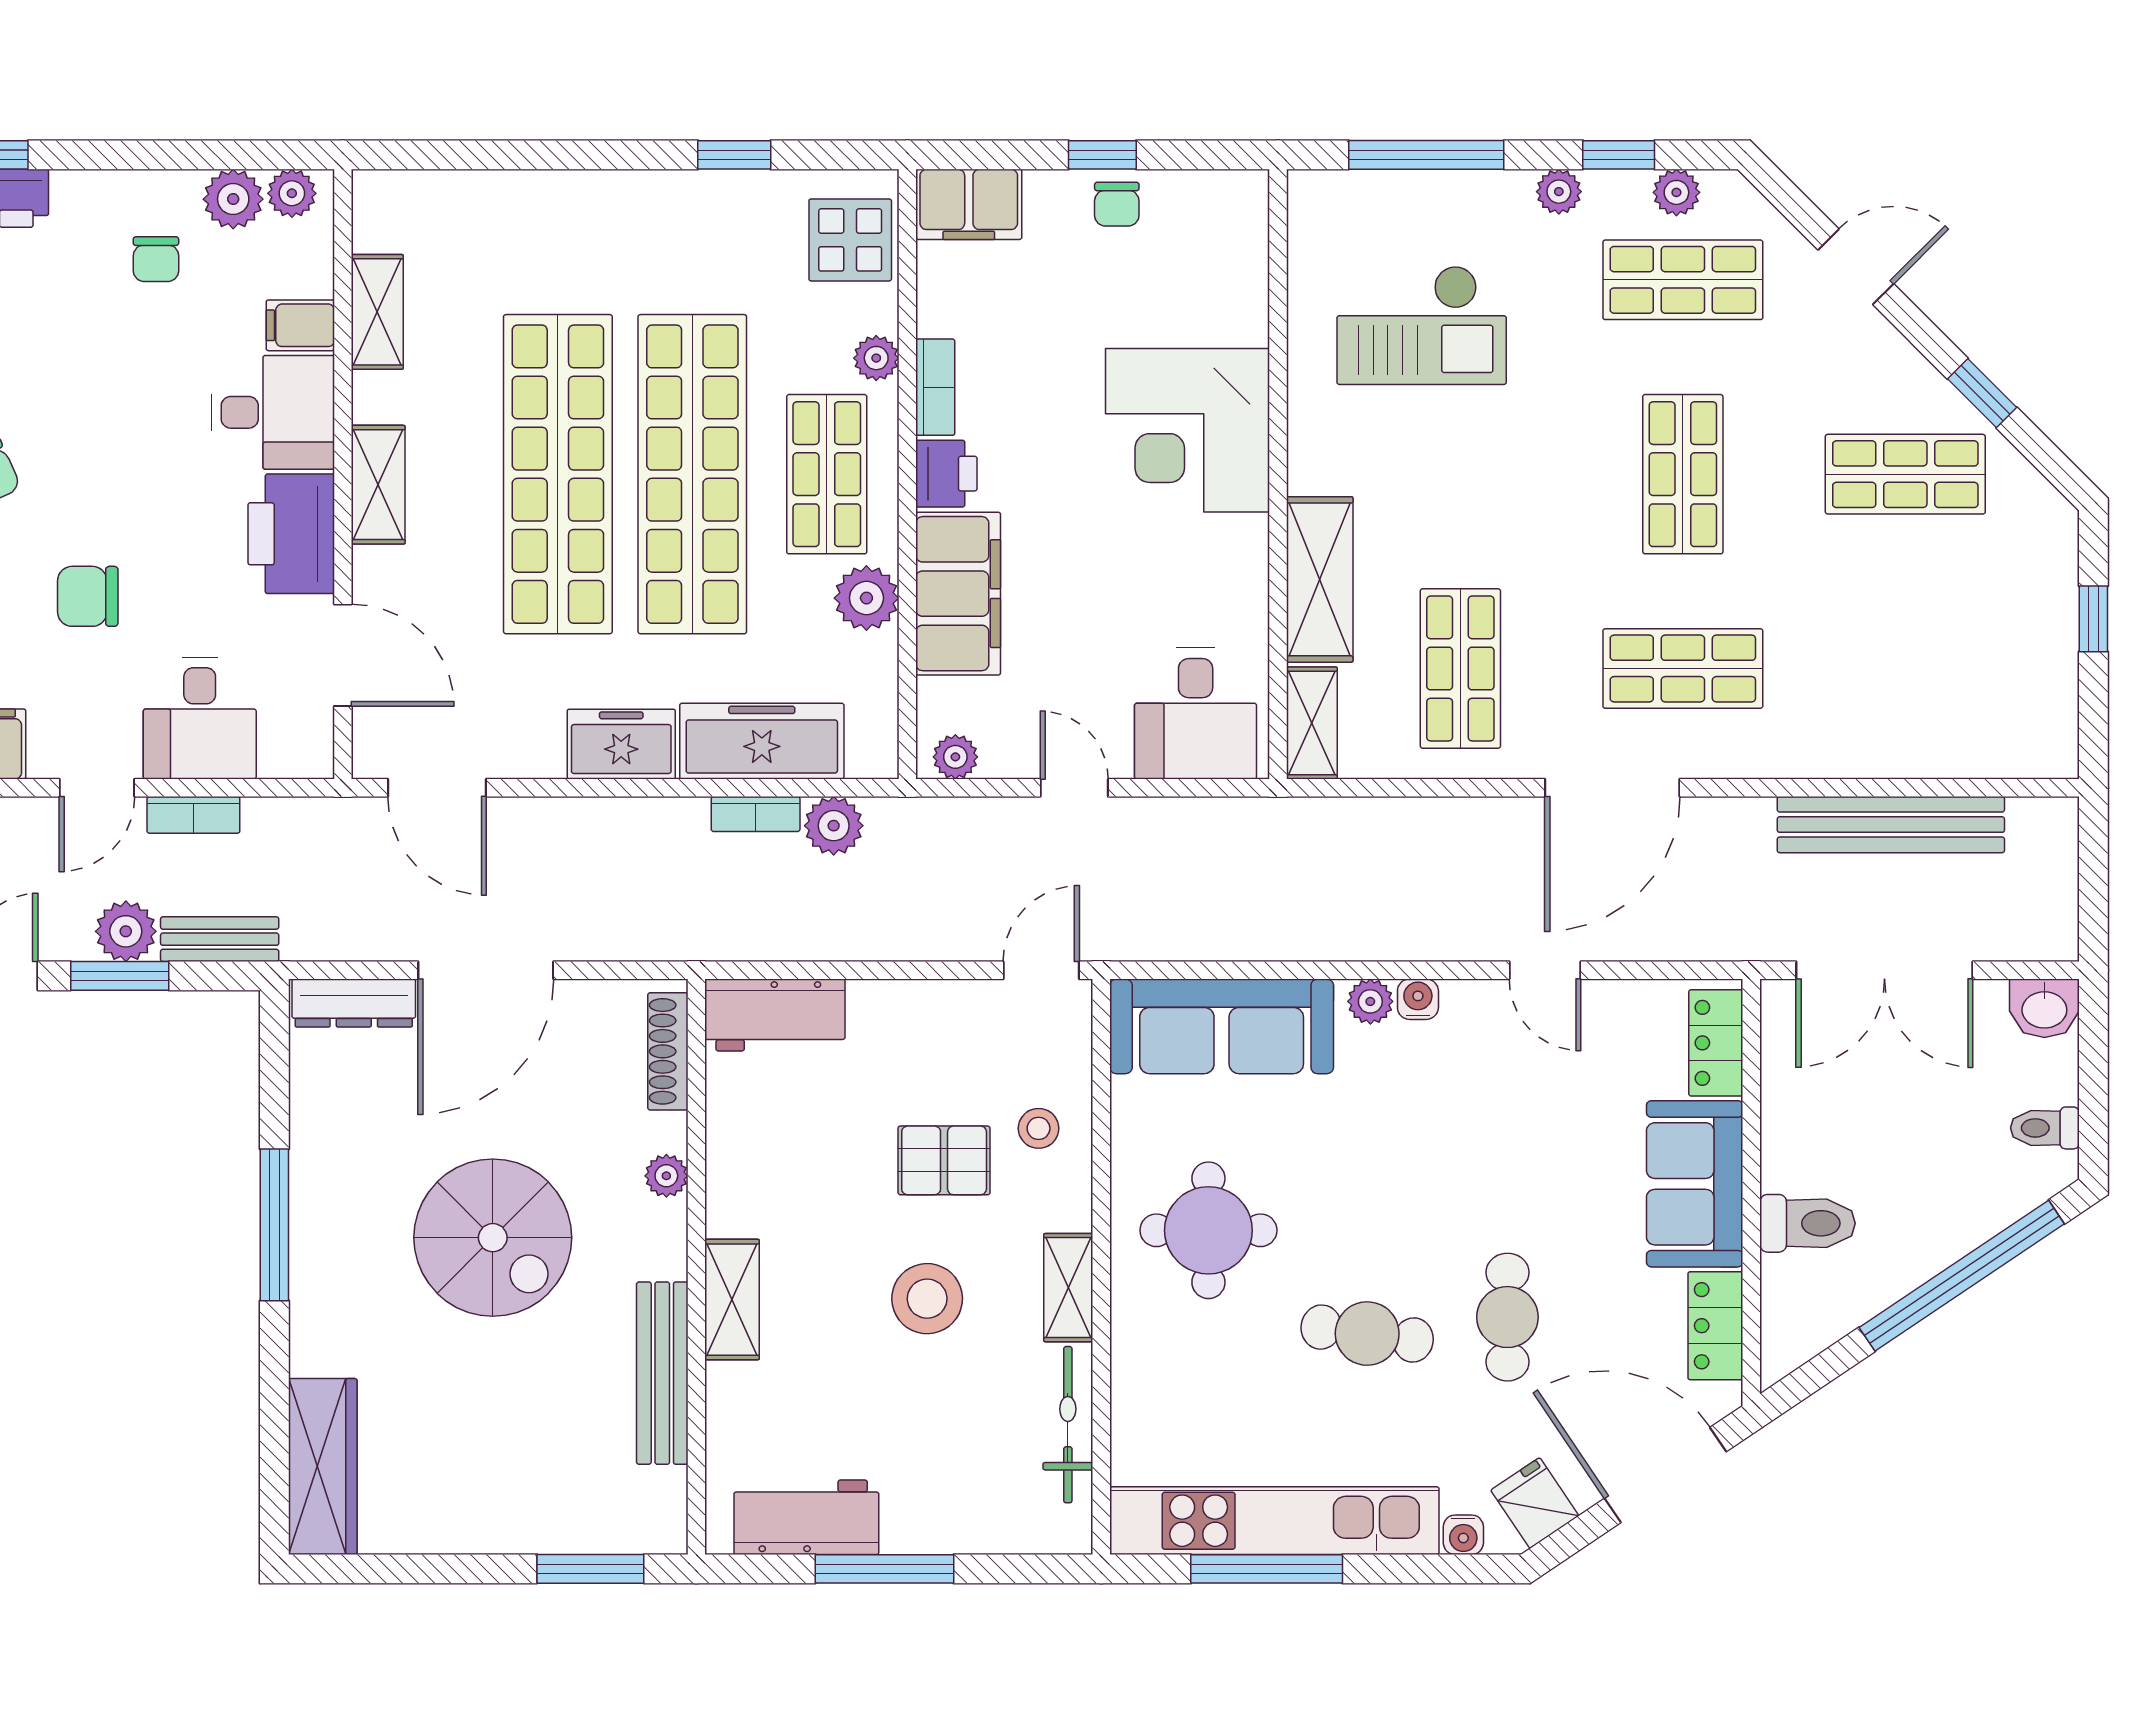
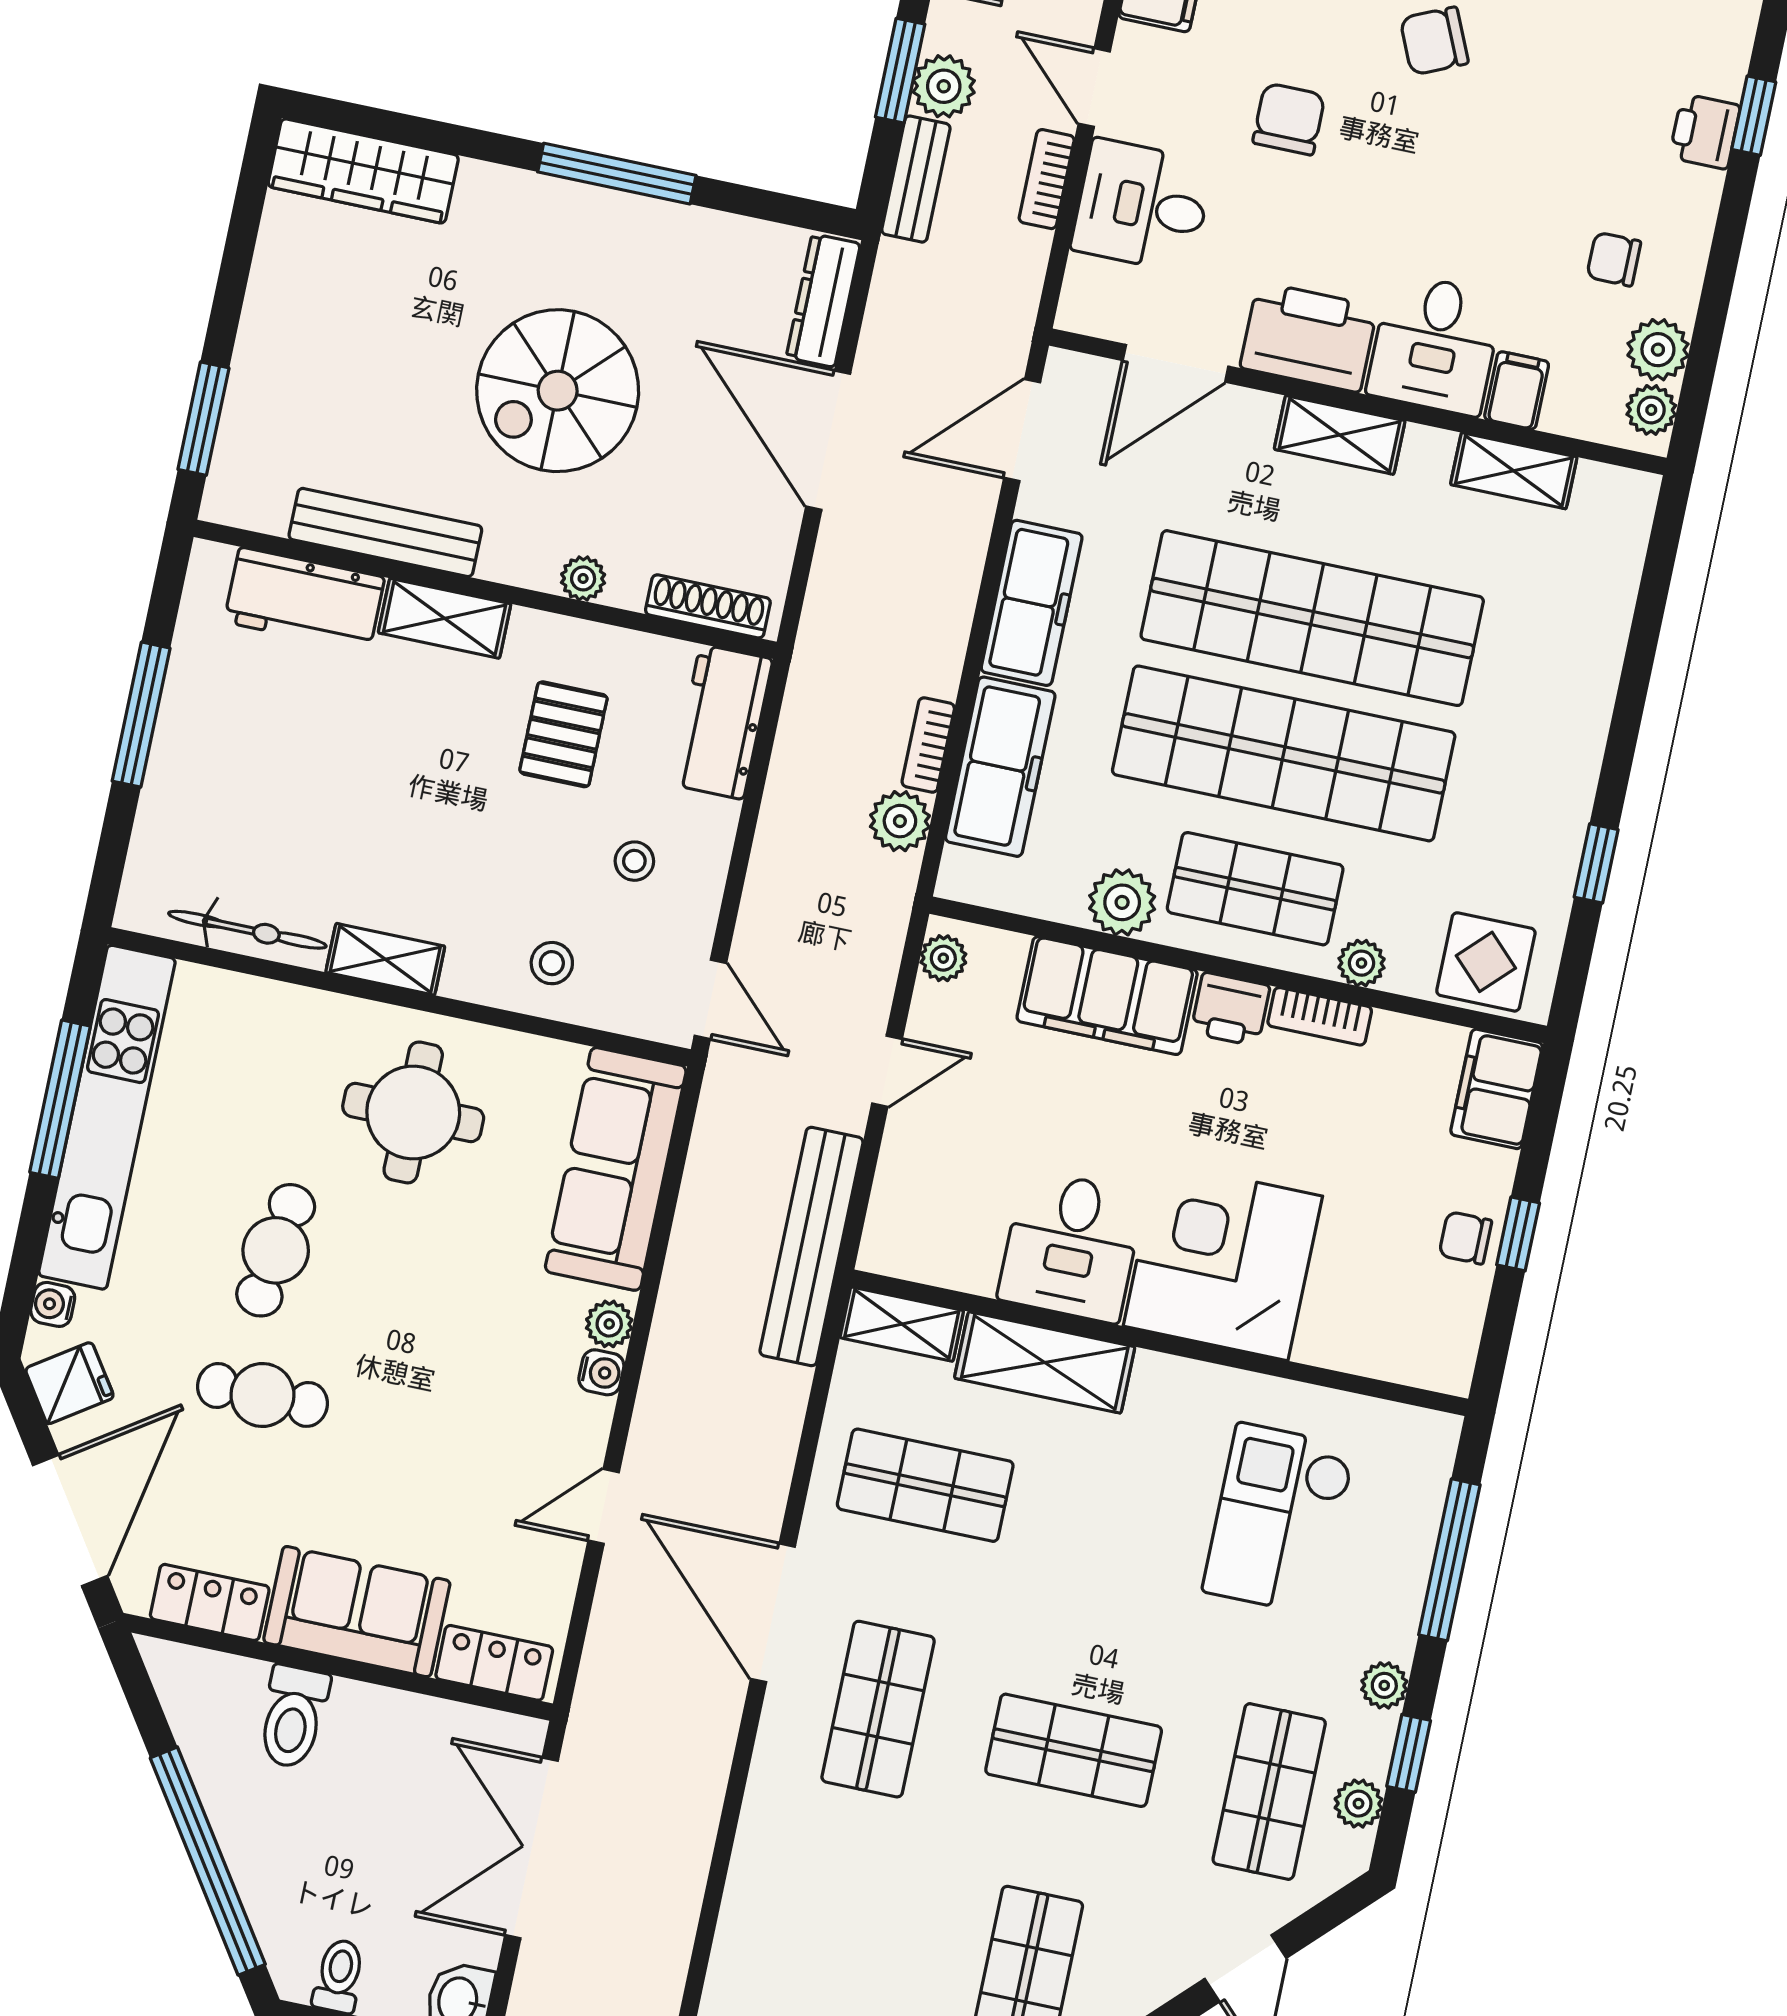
desk: (1196, 714) -> (1071, 1246), moved, turned -90
freezer: (621, 744) -> (1032, 603), width x1.40
bench: (1891, 825) -> (811, 1246), moved
pallet: (944, 1160) -> (563, 734), moved
stool: (927, 1299) -> (634, 861), moved, width x0.53, depth x0.53
workbench: (806, 1517) -> (304, 600), moved, turned 90

